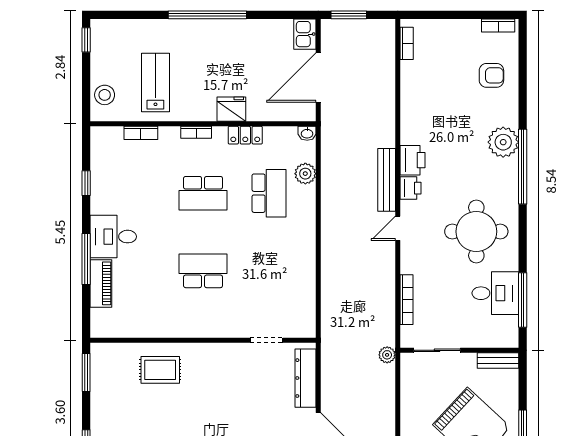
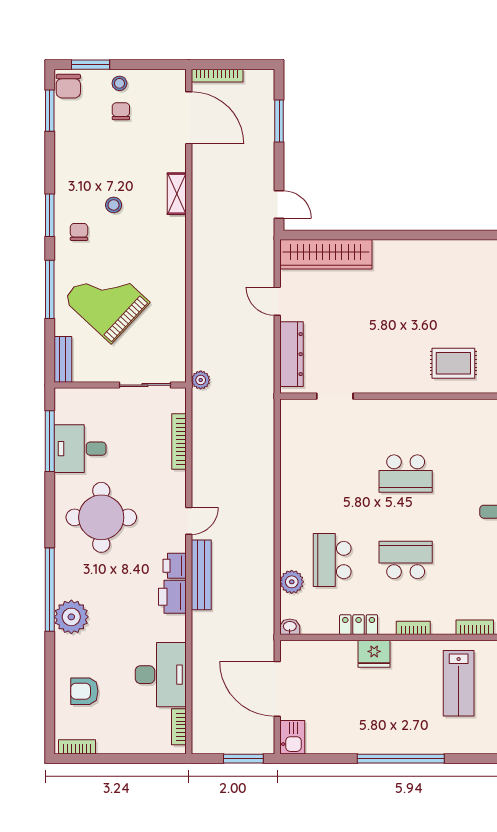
door: (318, 78) -> (277, 689), swing flipped
desk: (423, 90) -> (161, 675), added
bench: (498, 361) -> (63, 359), moved, turned 90

